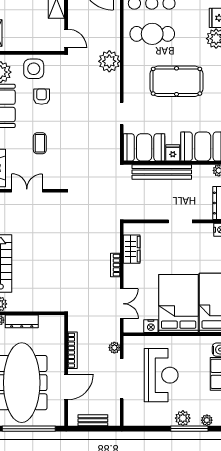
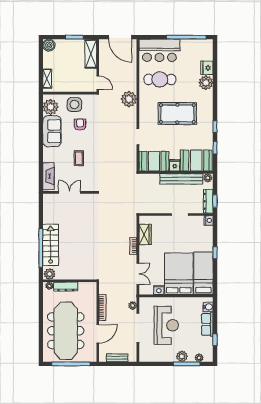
bench: (162, 172) -> (181, 179), moved

